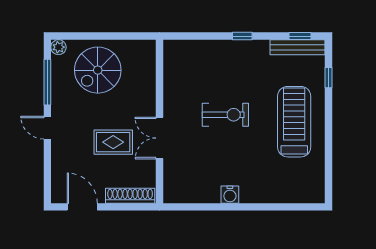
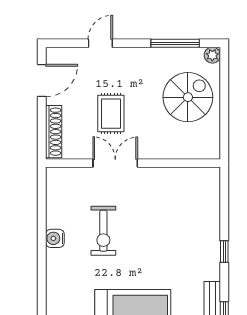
spiral stairs: (98, 70) -> (188, 97), turned 90
exercise bike: (225, 115) -> (103, 231), moved
door: (47, 128) -> (100, 43), moved

